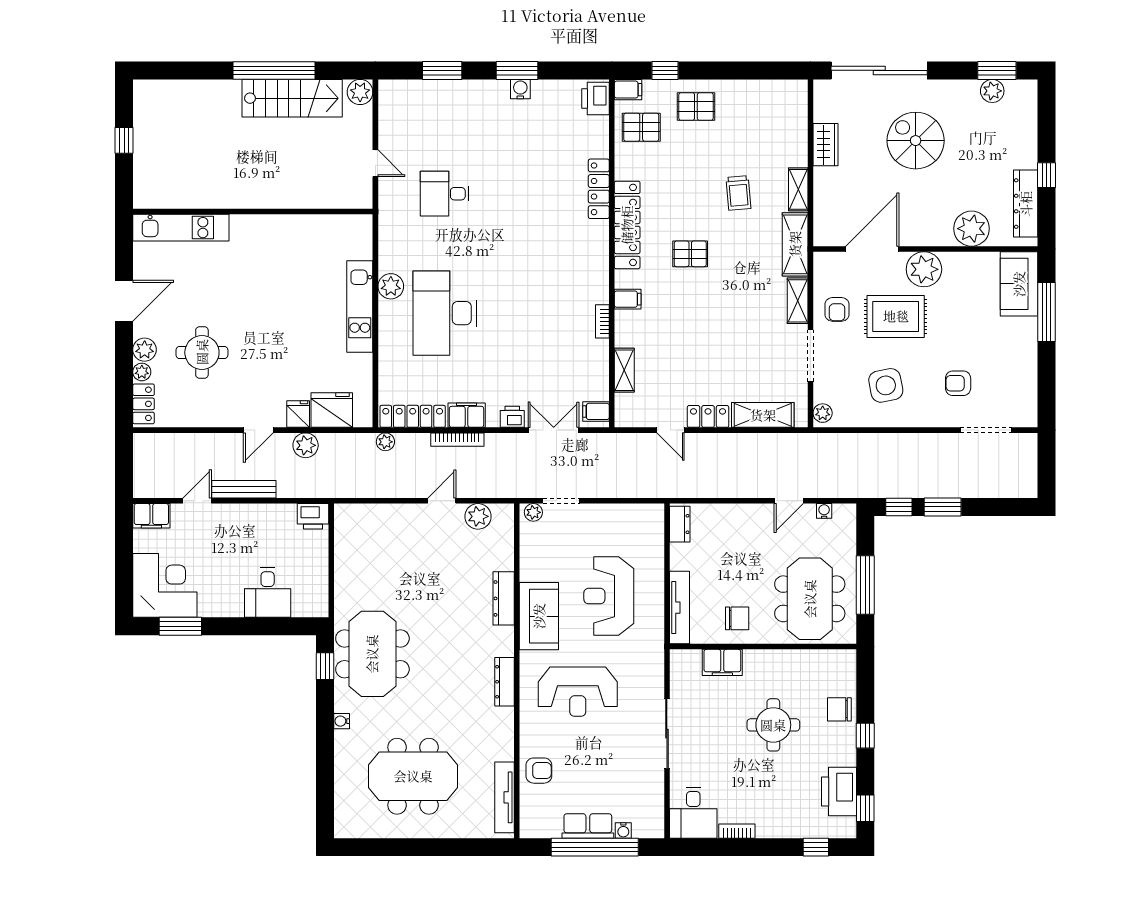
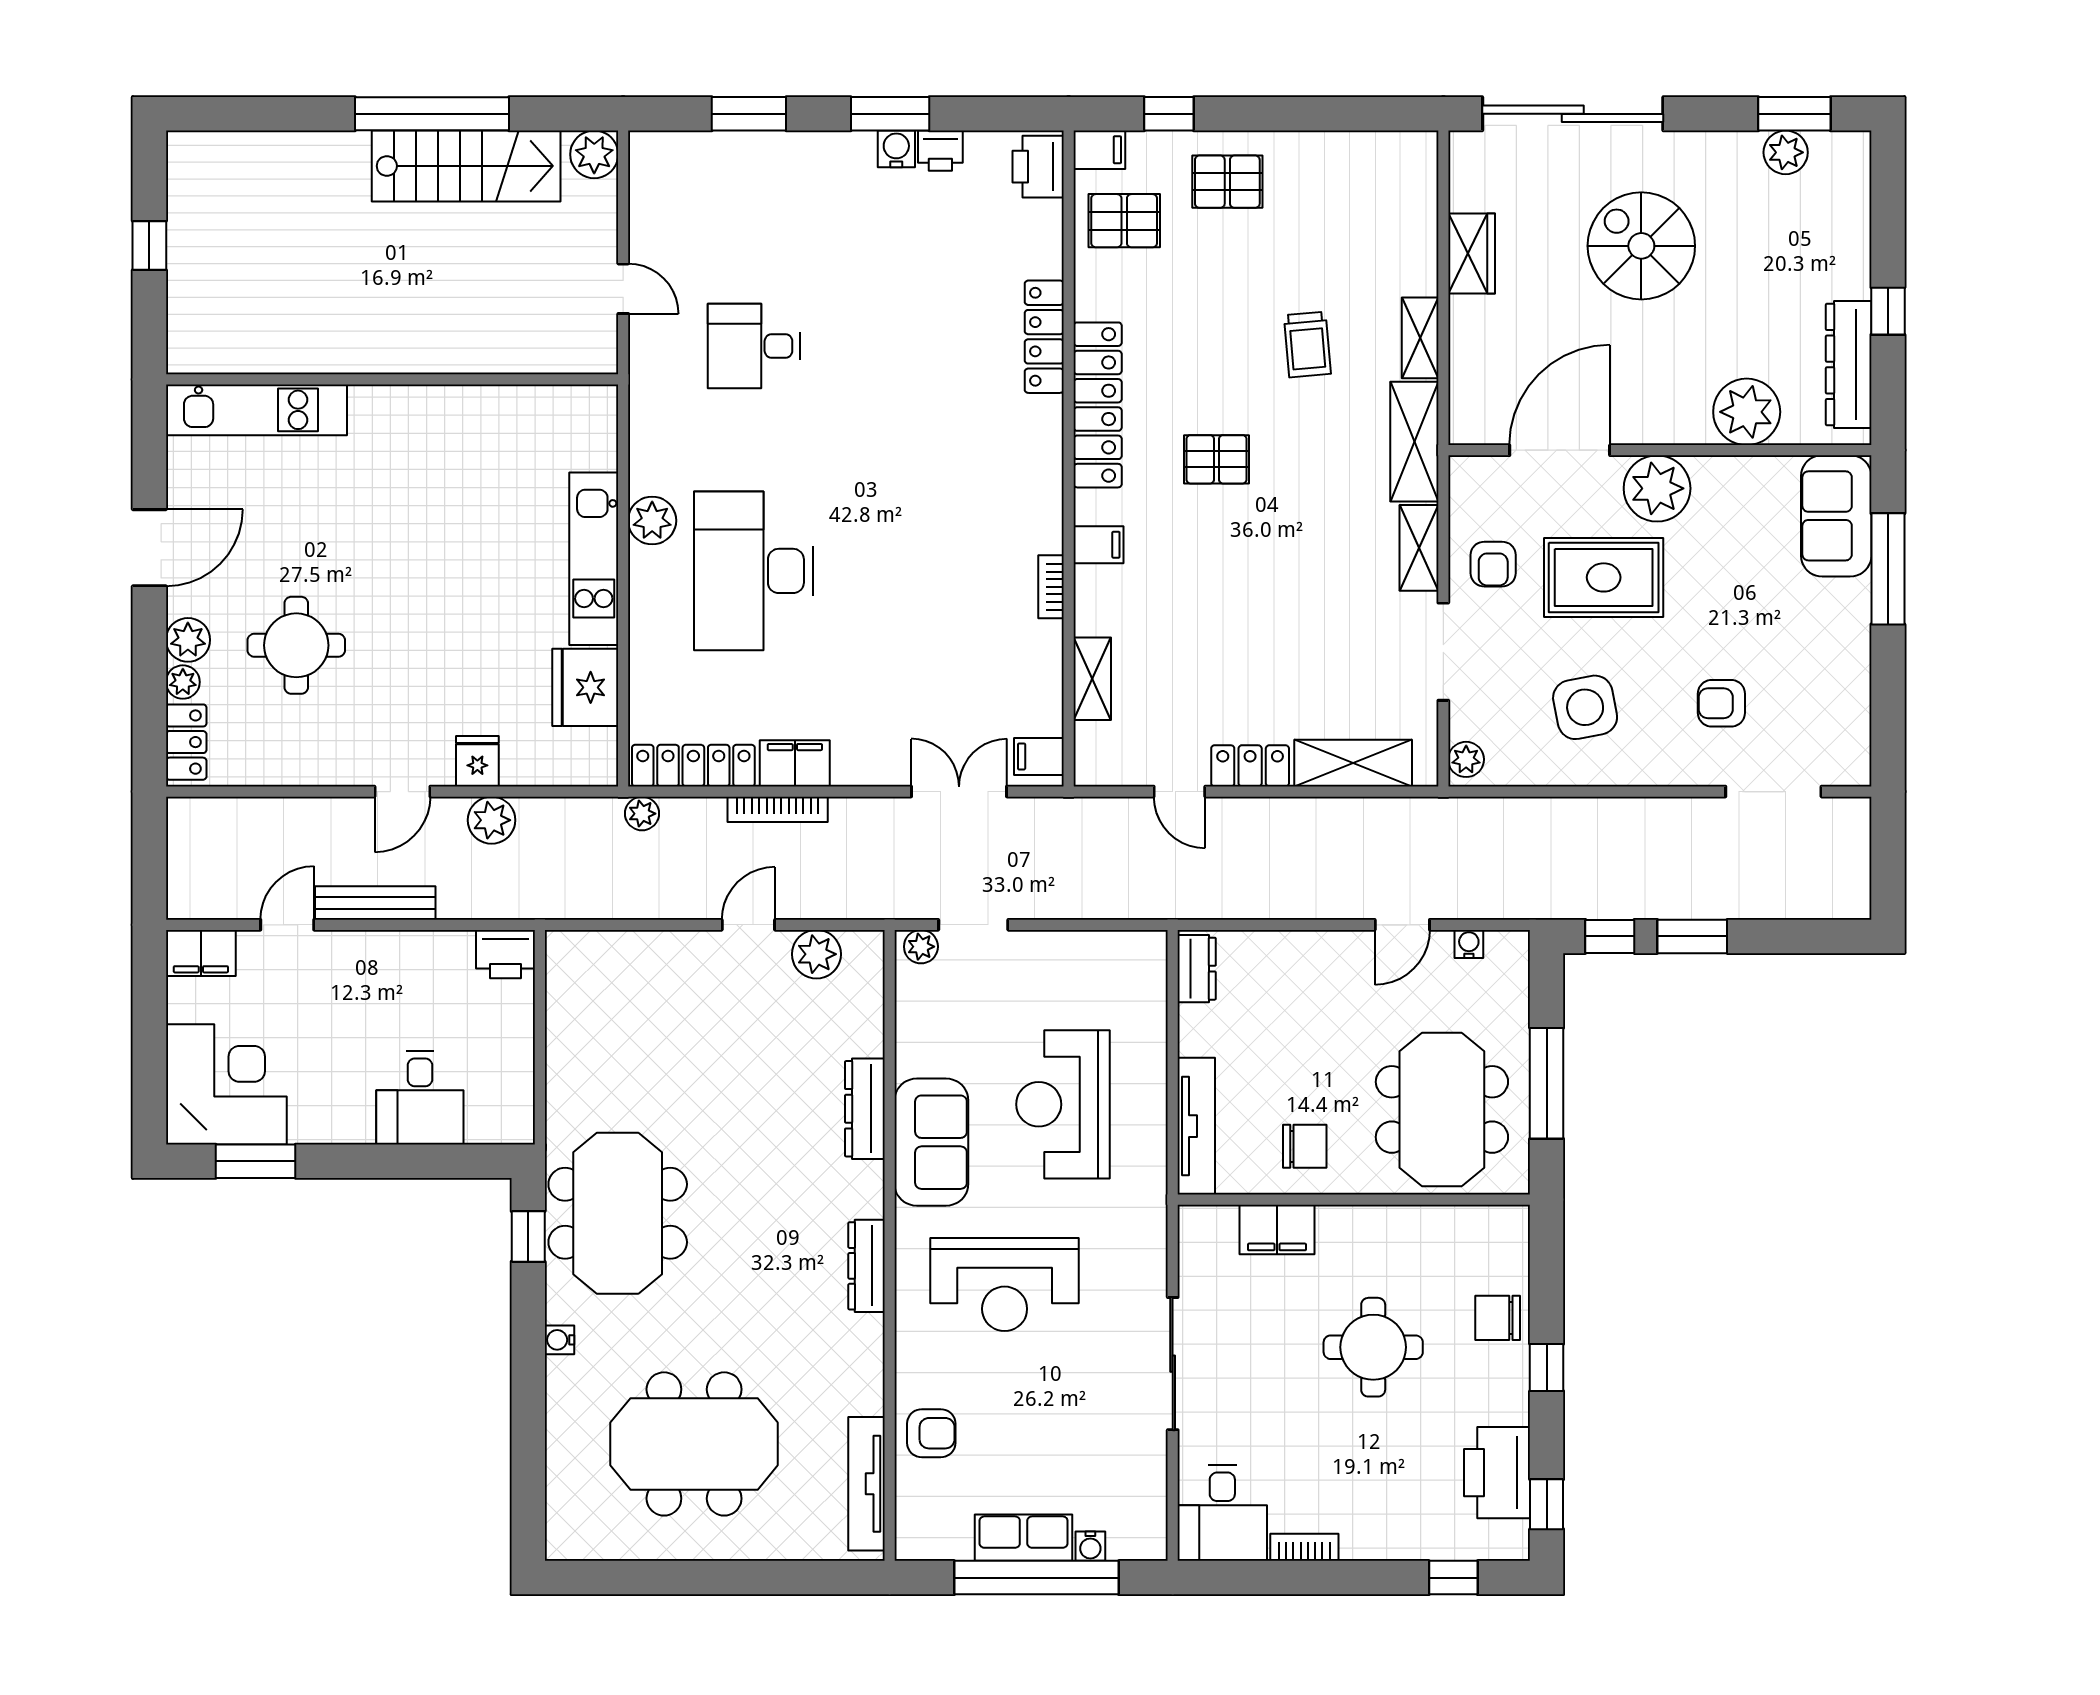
fridge: (332, 410) -> (585, 687), moved, turned -90
printer: (512, 417) -> (940, 151), moved, turned 180

